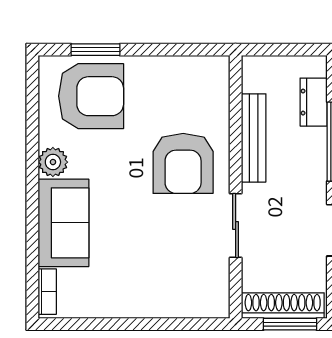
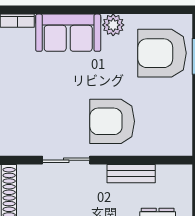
armchair: (91, 96) -> (162, 53), turned 90
bench: (254, 138) -> (131, 174), width x0.73

